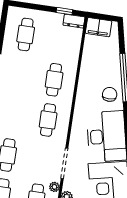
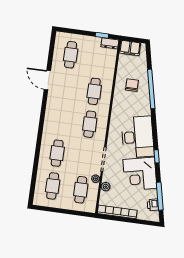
chair: (110, 94) -> (132, 85), moved

